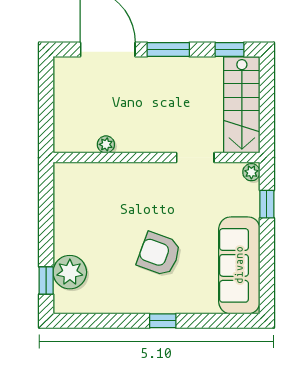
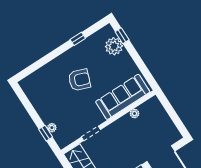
plant: (251, 172) -> (52, 128), moved
sofa: (239, 265) -> (123, 97), moved, turned -90
window: (163, 321) -> (78, 39), moved

